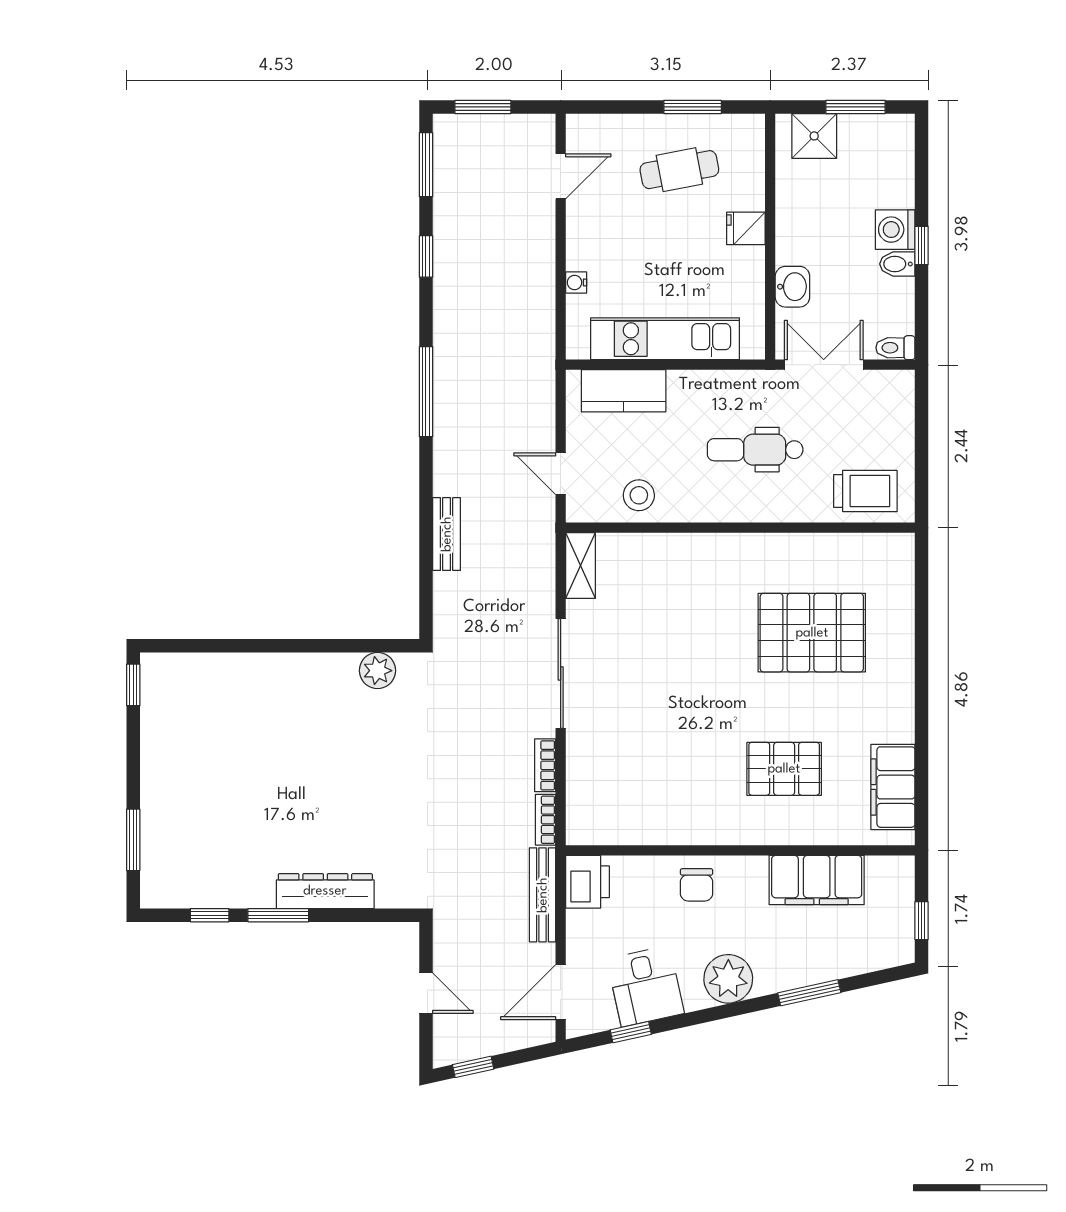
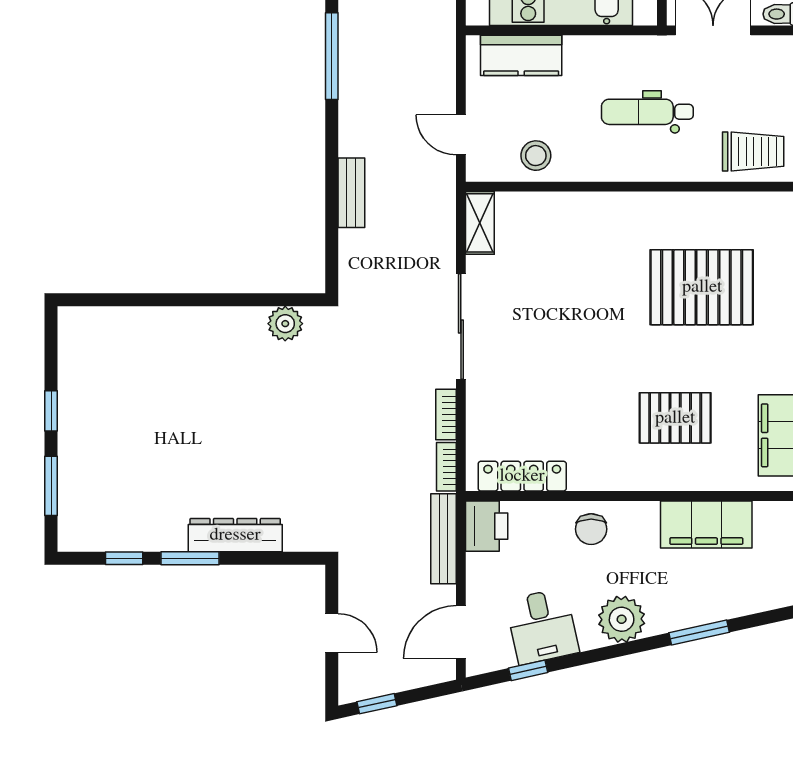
window: (133, 685) -> (51, 411), moved
locker: (625, 830) -> (522, 476), added

